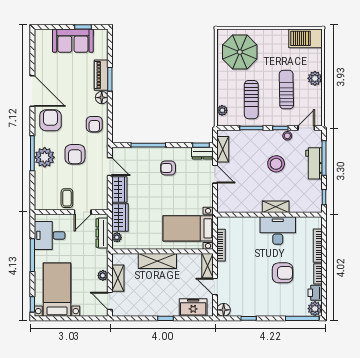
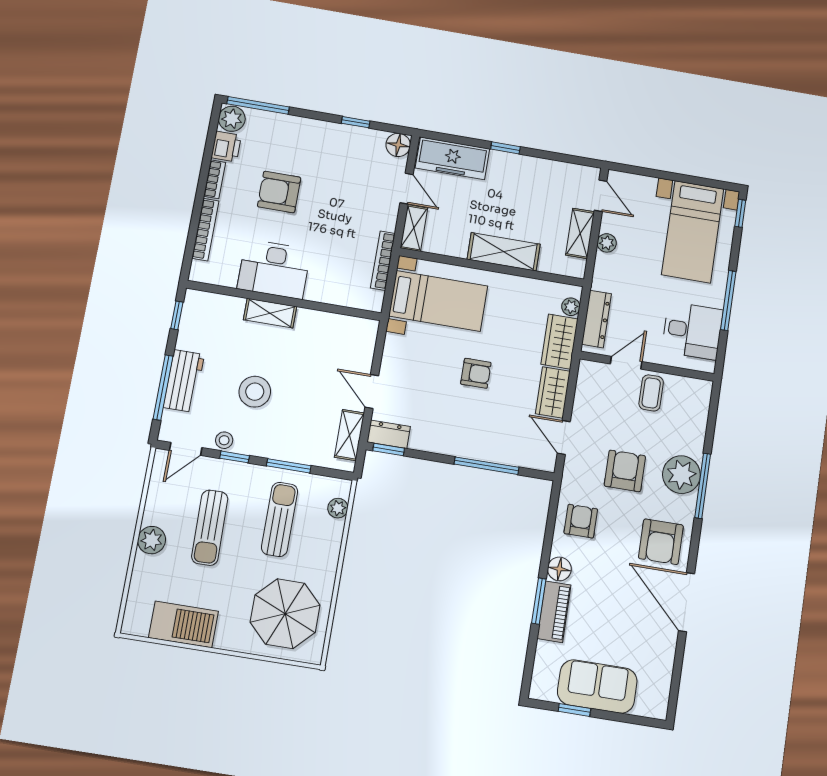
barbecue: (306, 38) -> (184, 624), moved
armchair: (168, 168) -> (476, 373), moved
freezer: (193, 308) -> (452, 158), width x1.40

